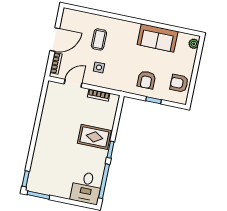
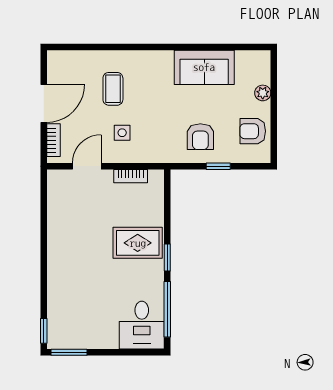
plant: (194, 44) -> (263, 93), moved

